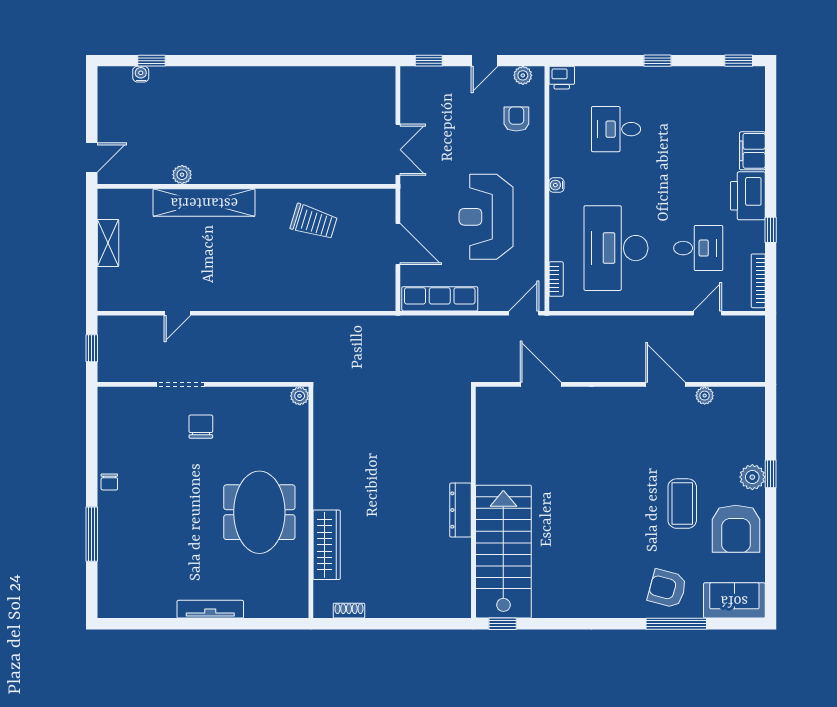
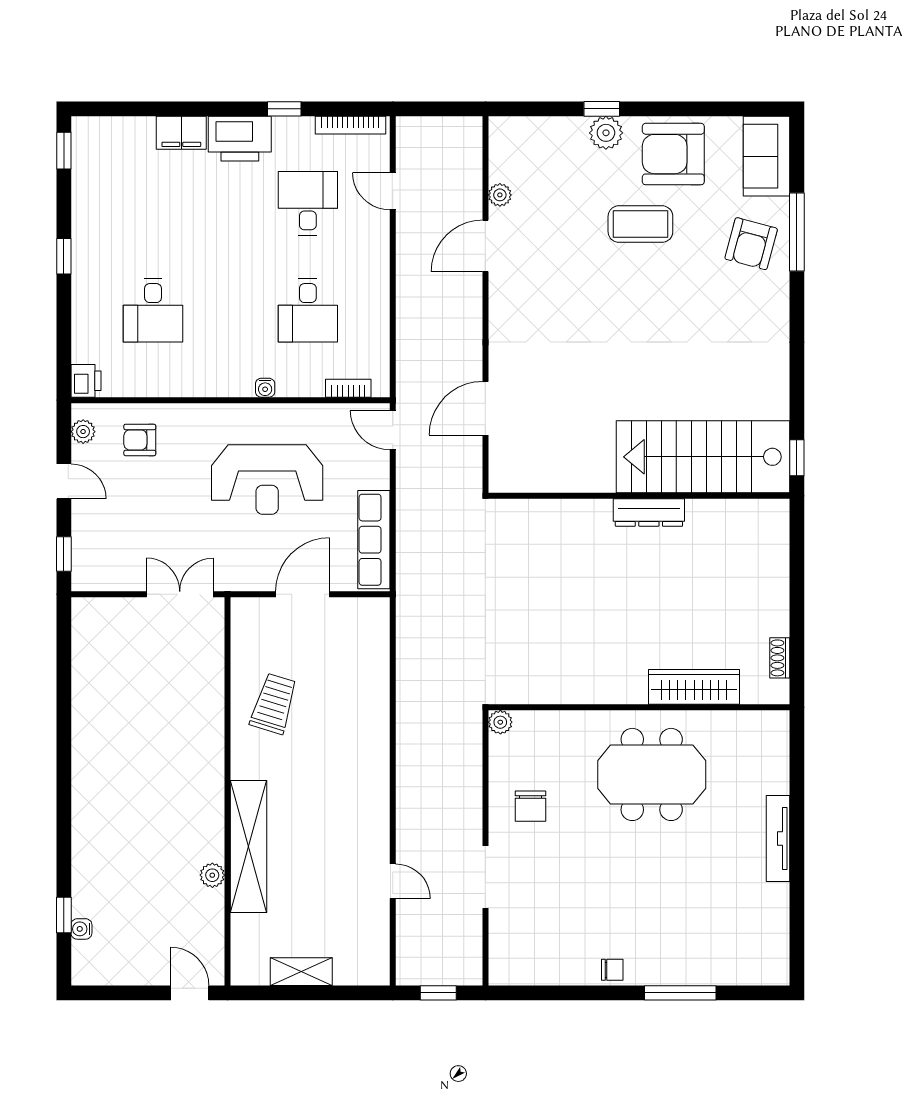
water cooler: (556, 185) -> (265, 388), moved
desk: (616, 248) -> (308, 310), width x0.53, depth x0.77
chair: (201, 427) -> (531, 806), moved, turned -90
armchair: (736, 529) -> (673, 154), turned 180

